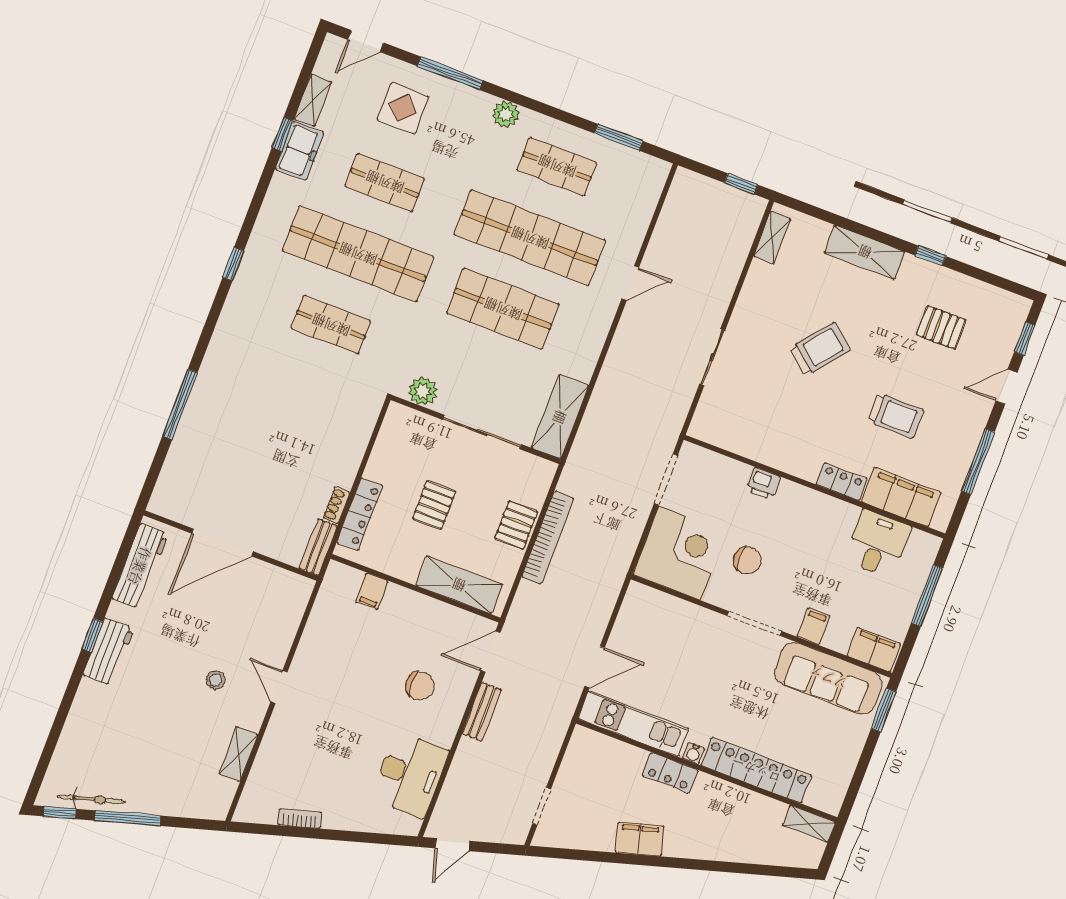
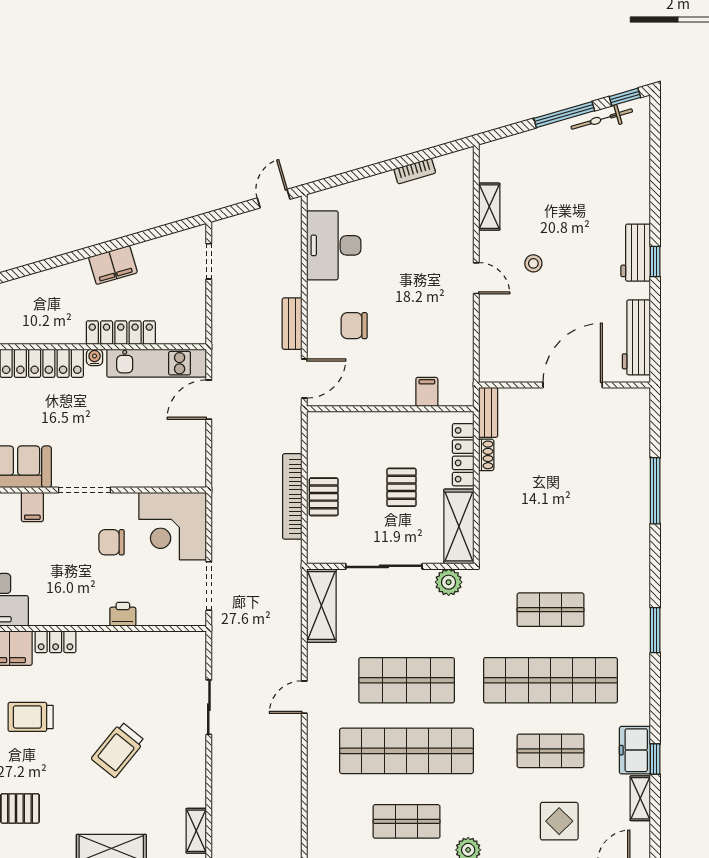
window: (233, 264) -> (655, 630), width x1.50
door: (630, 283) -> (304, 697), moved
shelving: (459, 585) -> (459, 527), moved, turned 90
locker: (670, 773) -> (121, 333), width x1.53

